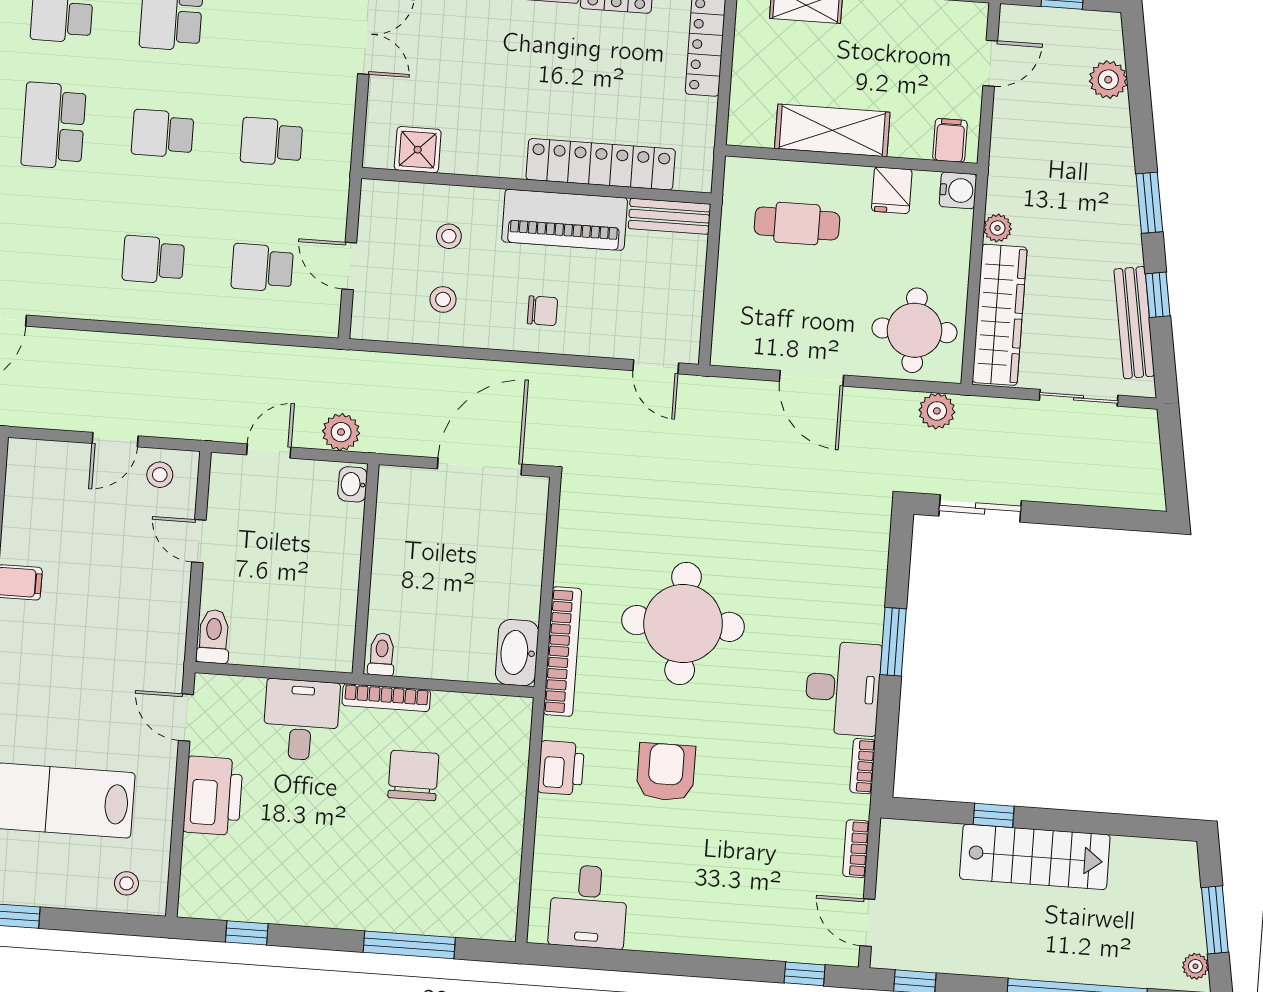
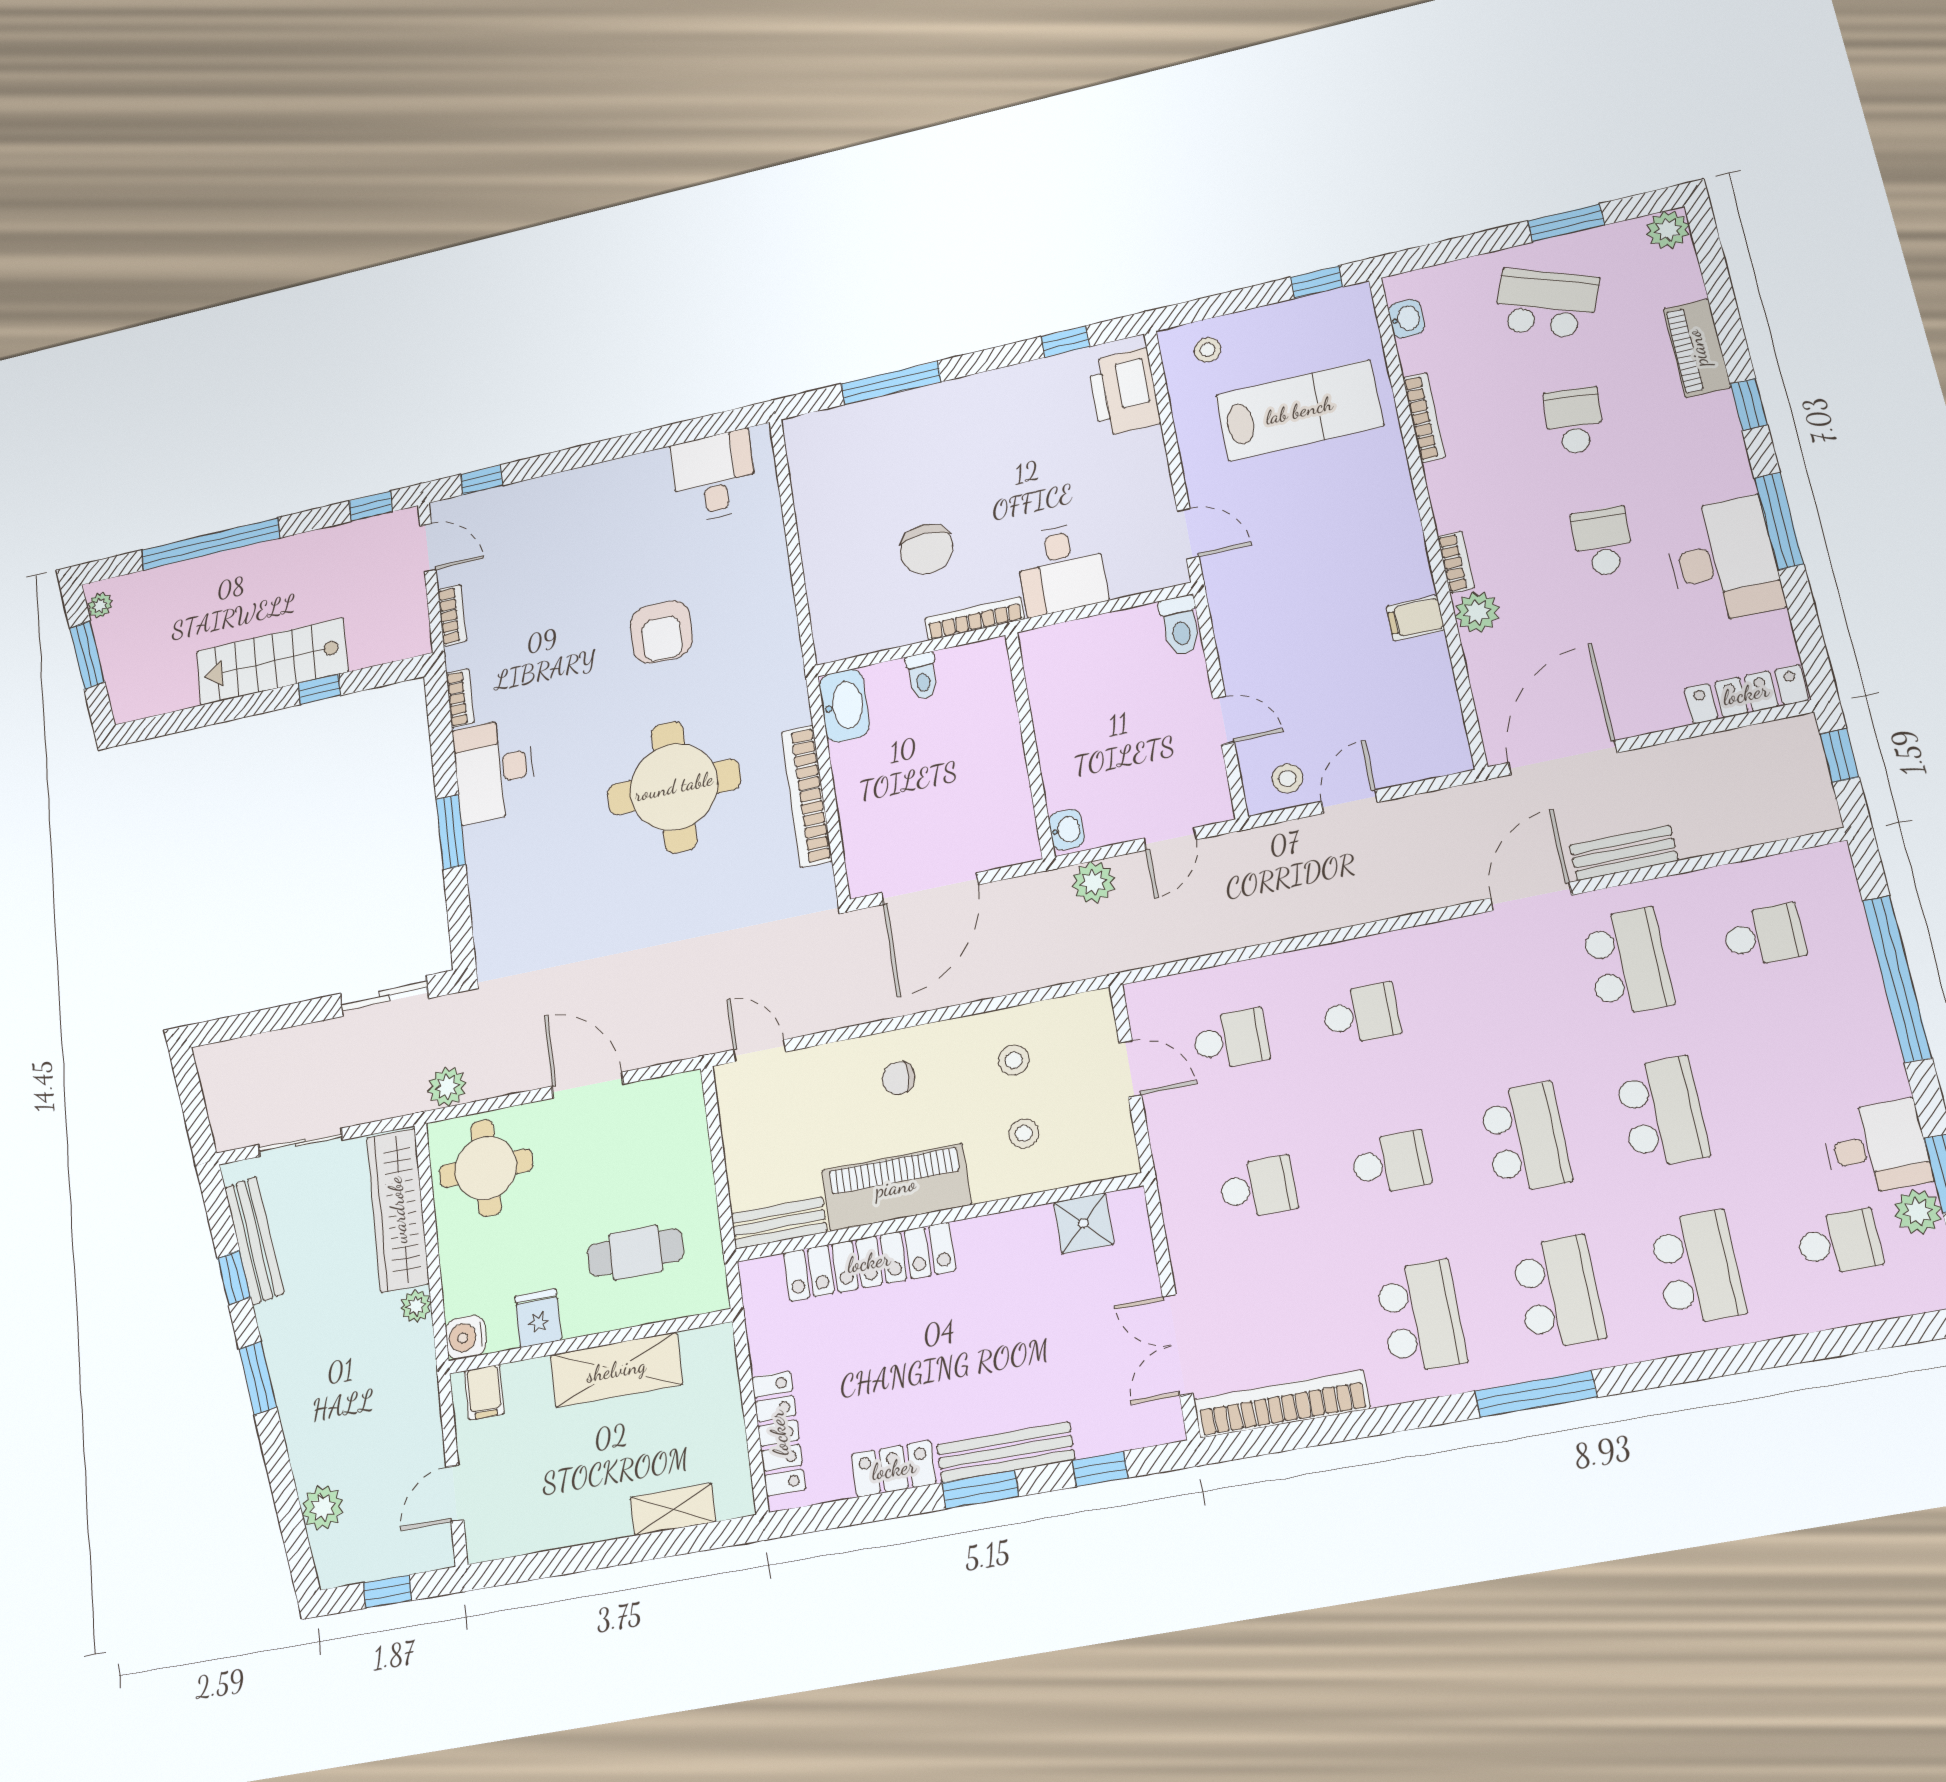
bookcase: (562, 652) -> (807, 796), moved
toilet: (382, 654) -> (922, 676), moved
printer: (561, 768) -> (772, 603), removed
printer: (213, 796) -> (1124, 392), moved

